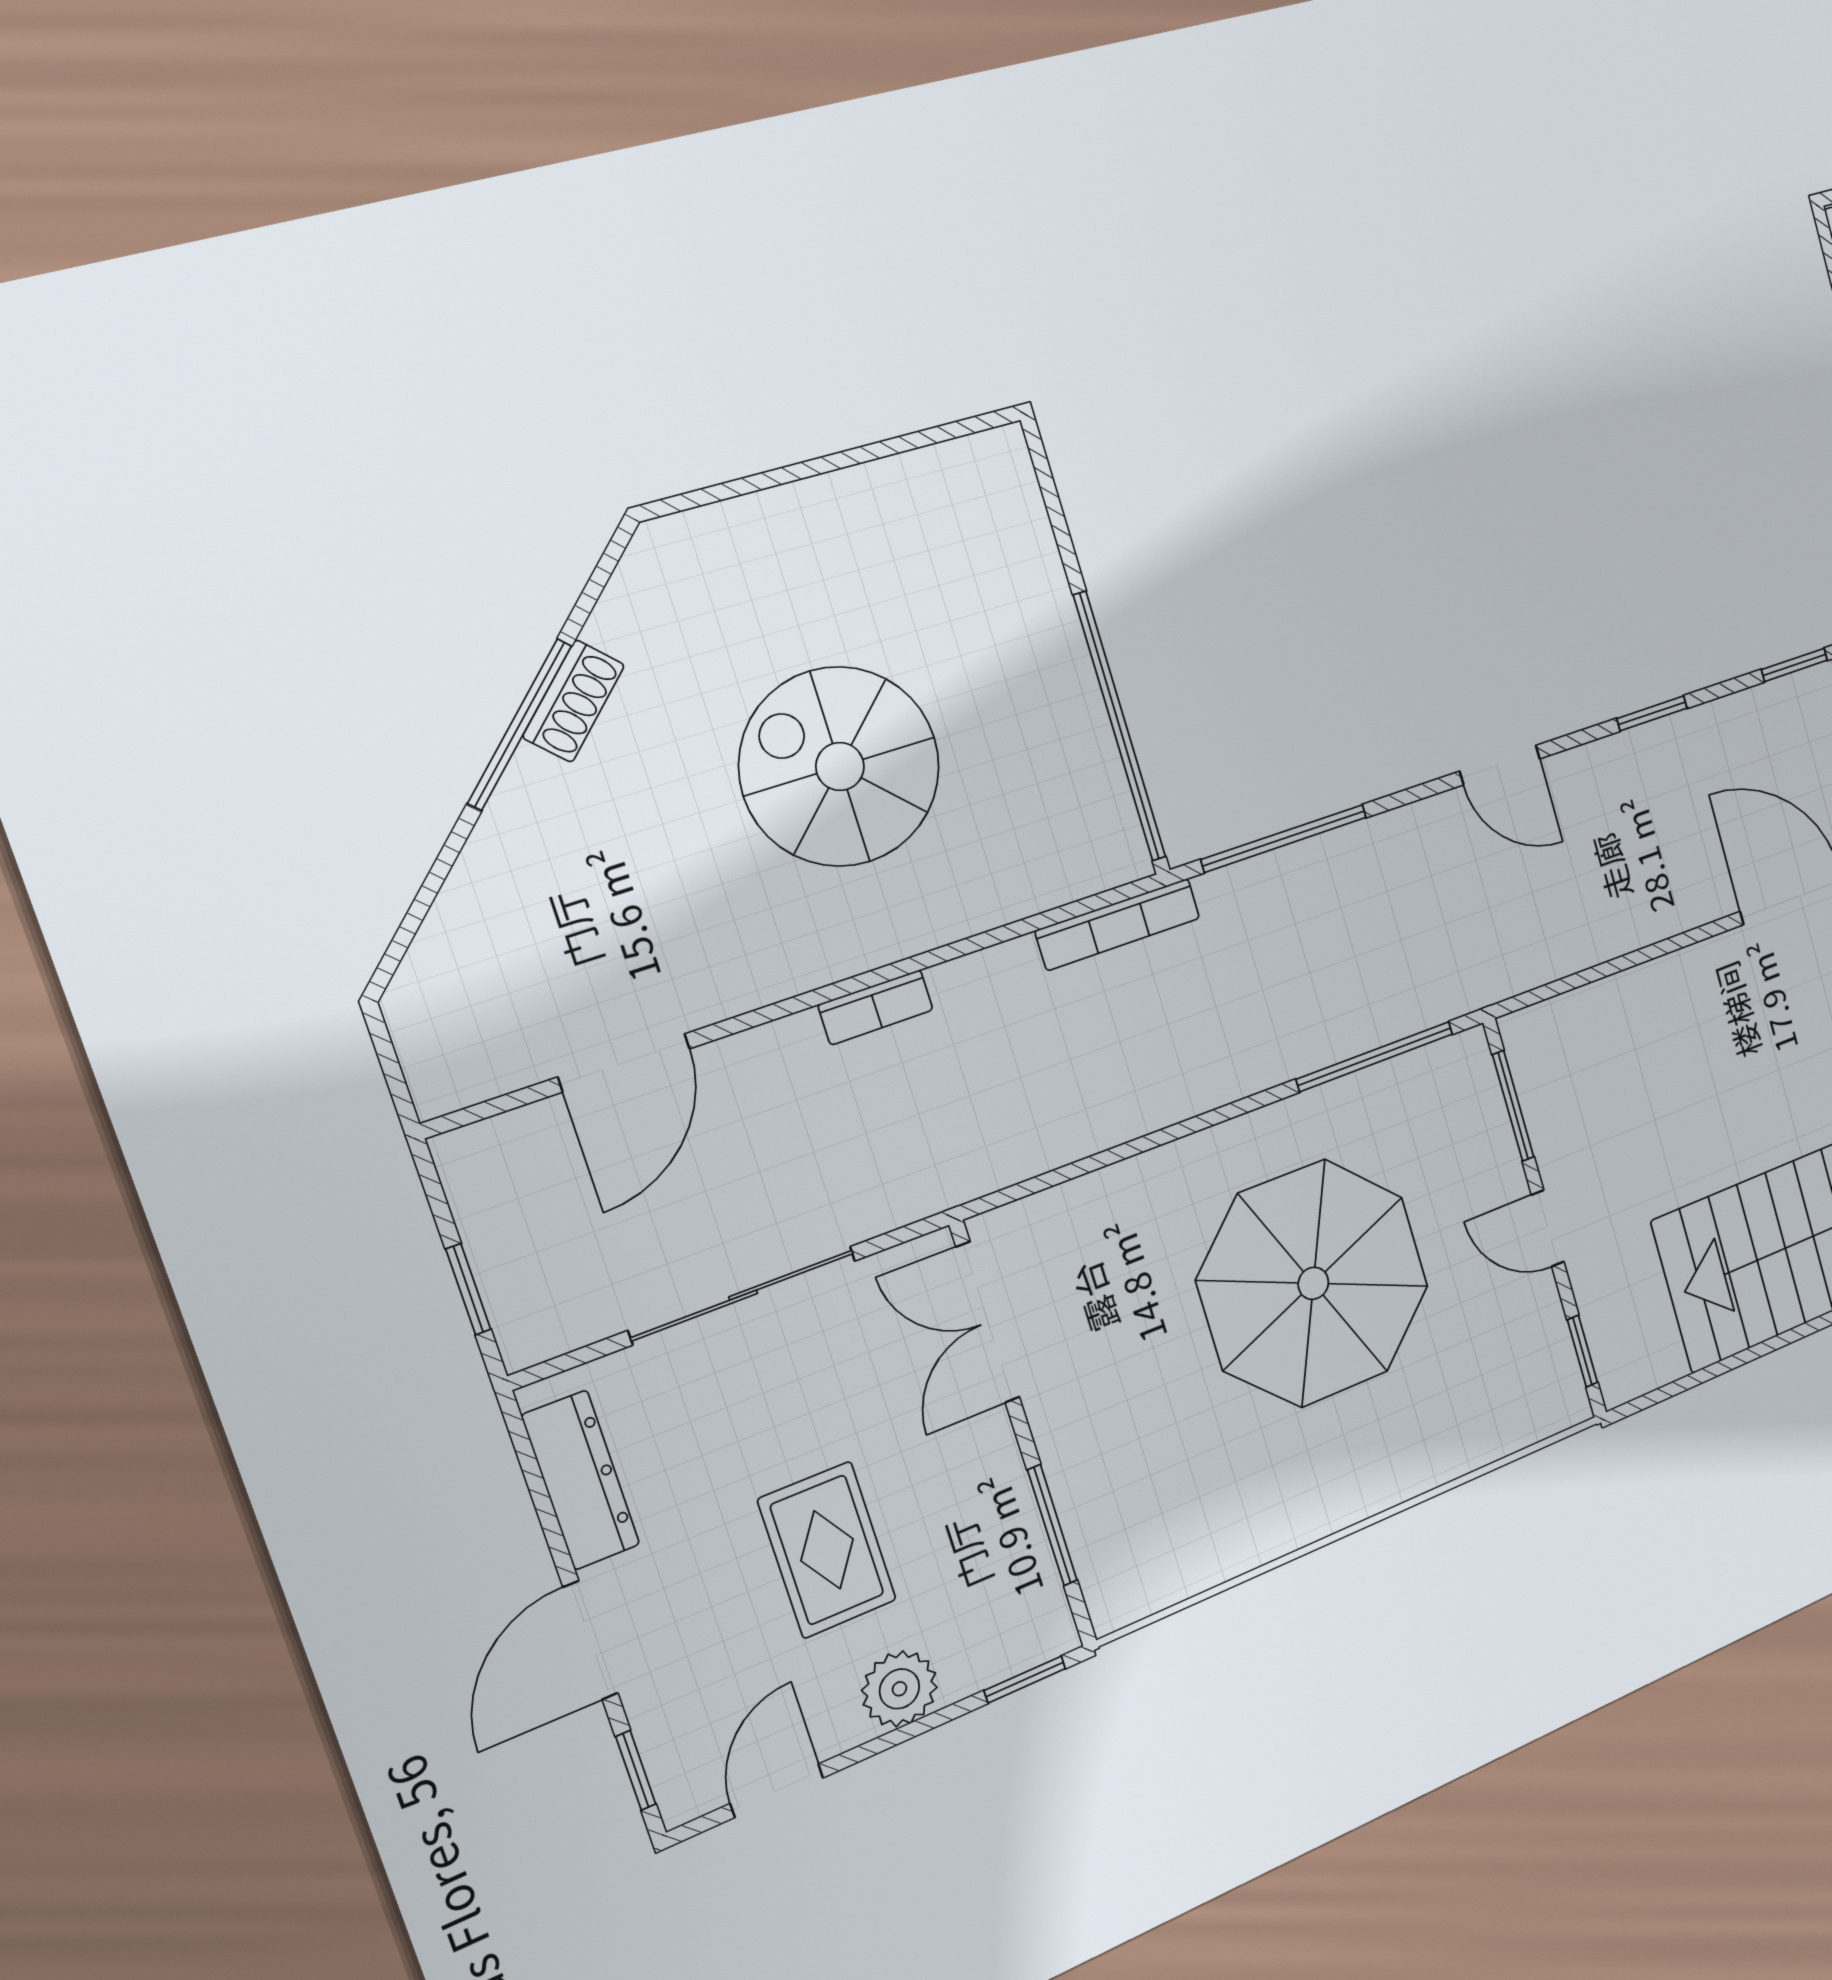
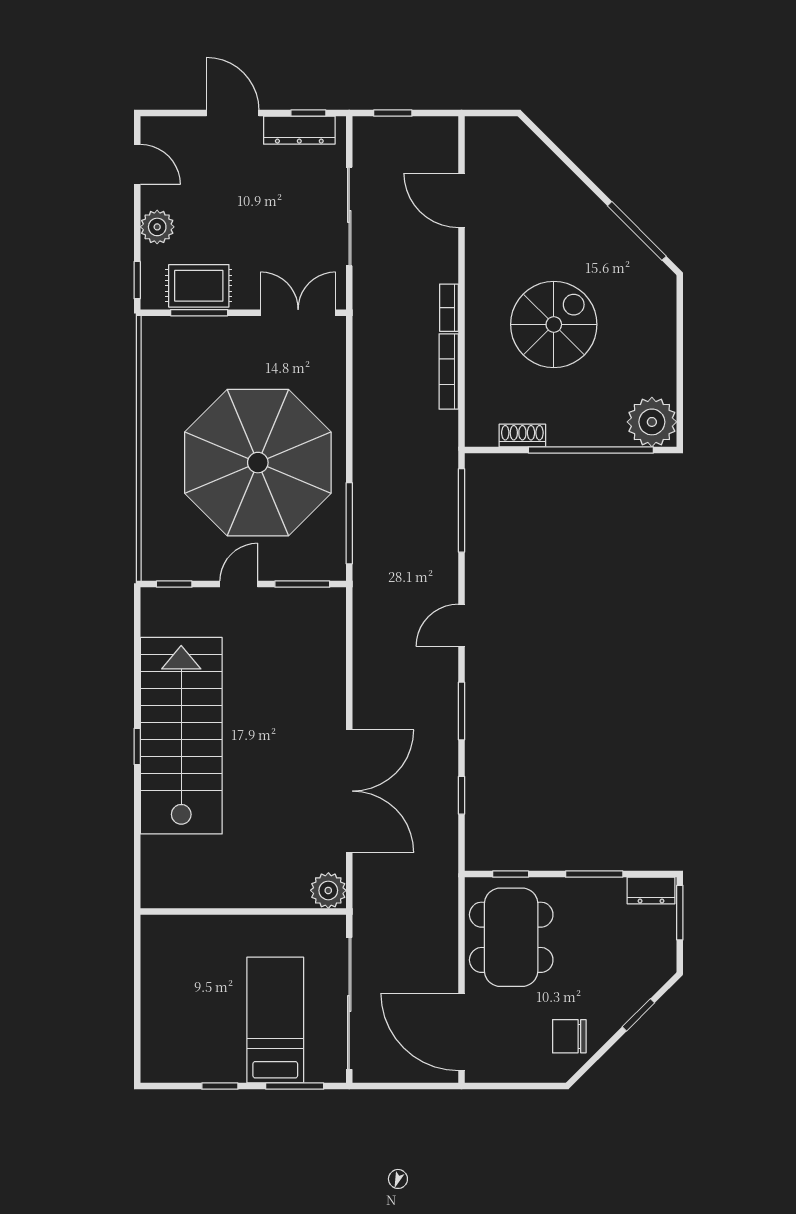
plant: (985, 489) -> (652, 422), added
shoe rack: (574, 701) -> (522, 435), moved, turned 135
window: (1652, 713) -> (462, 711), width x1.50
window: (520, 724) -> (637, 231), moved
window: (1120, 727) -> (591, 450), moved
bookcase: (1118, 924) -> (449, 371), moved
parasol: (1313, 1283) -> (258, 463), width x1.36, depth x1.36
rug: (827, 1550) -> (199, 286), moved
window: (636, 1770) -> (308, 113), moved

